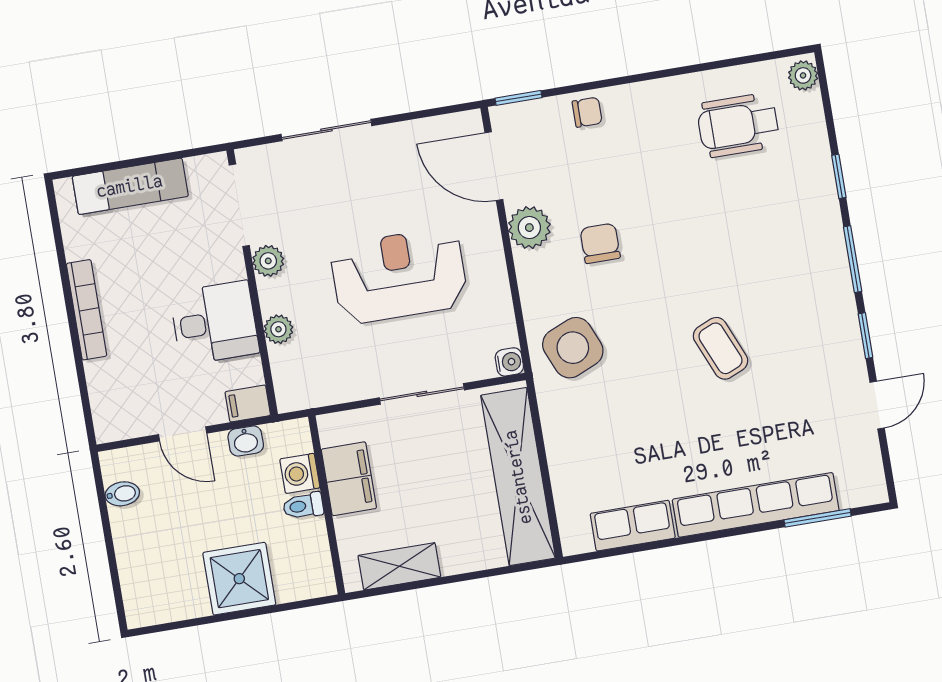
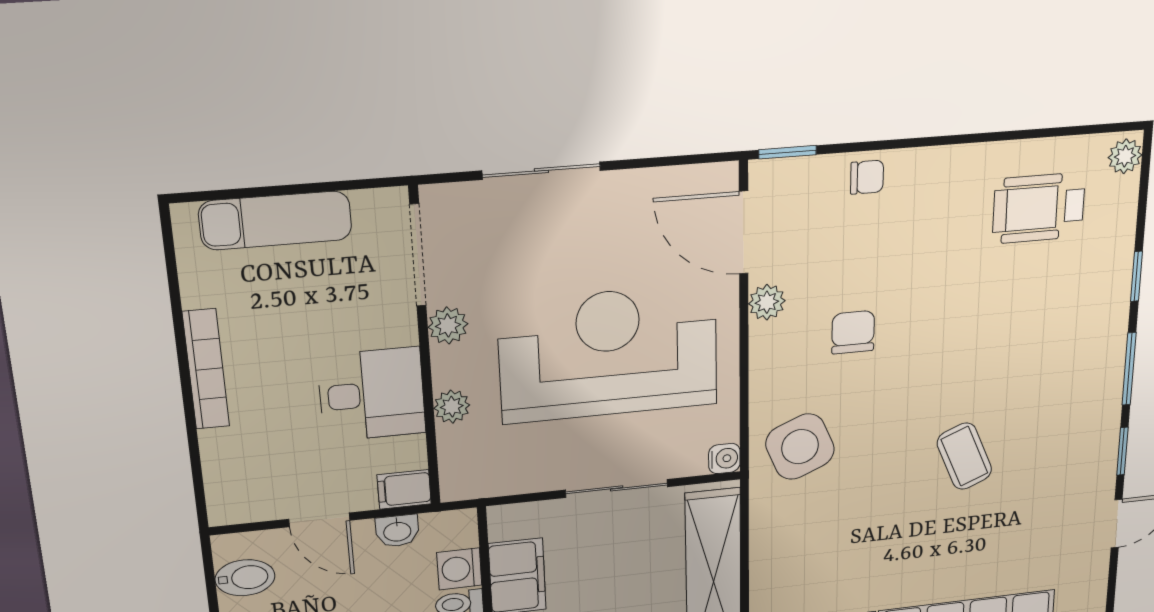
plant: (529, 228) -> (767, 302), width x0.73, depth x0.73
reception desk: (399, 276) -> (609, 354), width x1.36, depth x1.30
bidet: (122, 494) -> (245, 578), width x1.38, depth x1.36

